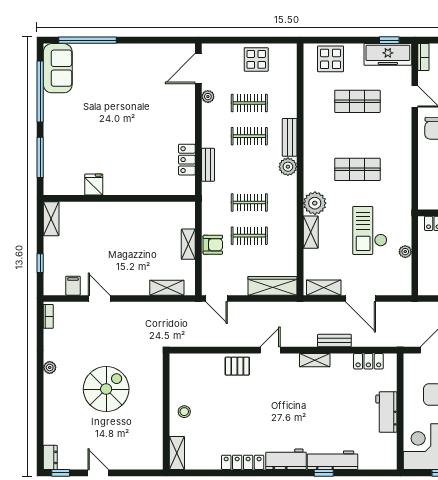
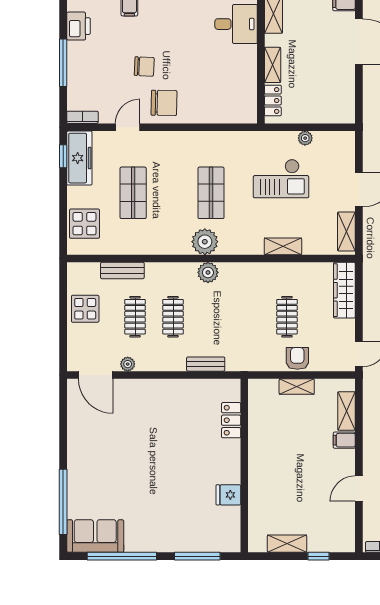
bench: (290, 137) -> (122, 270), moved
locker: (187, 160) -> (231, 420), moved, turned 90
clothes rail: (249, 202) -> (249, 317), removed
plant: (315, 203) -> (205, 242), moved
shelving: (51, 219) -> (287, 544), moved
filing cabinet: (73, 286) -> (344, 440), moved

